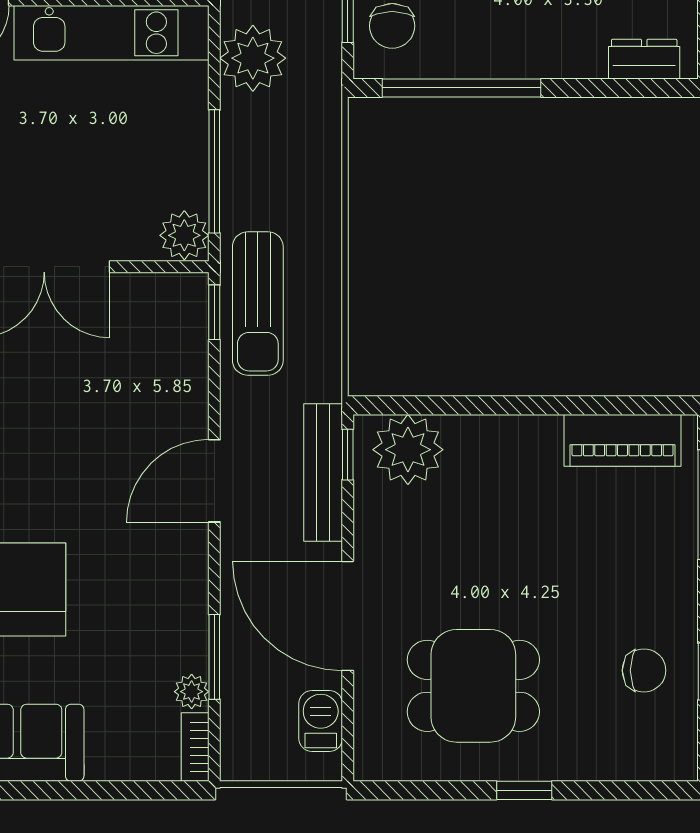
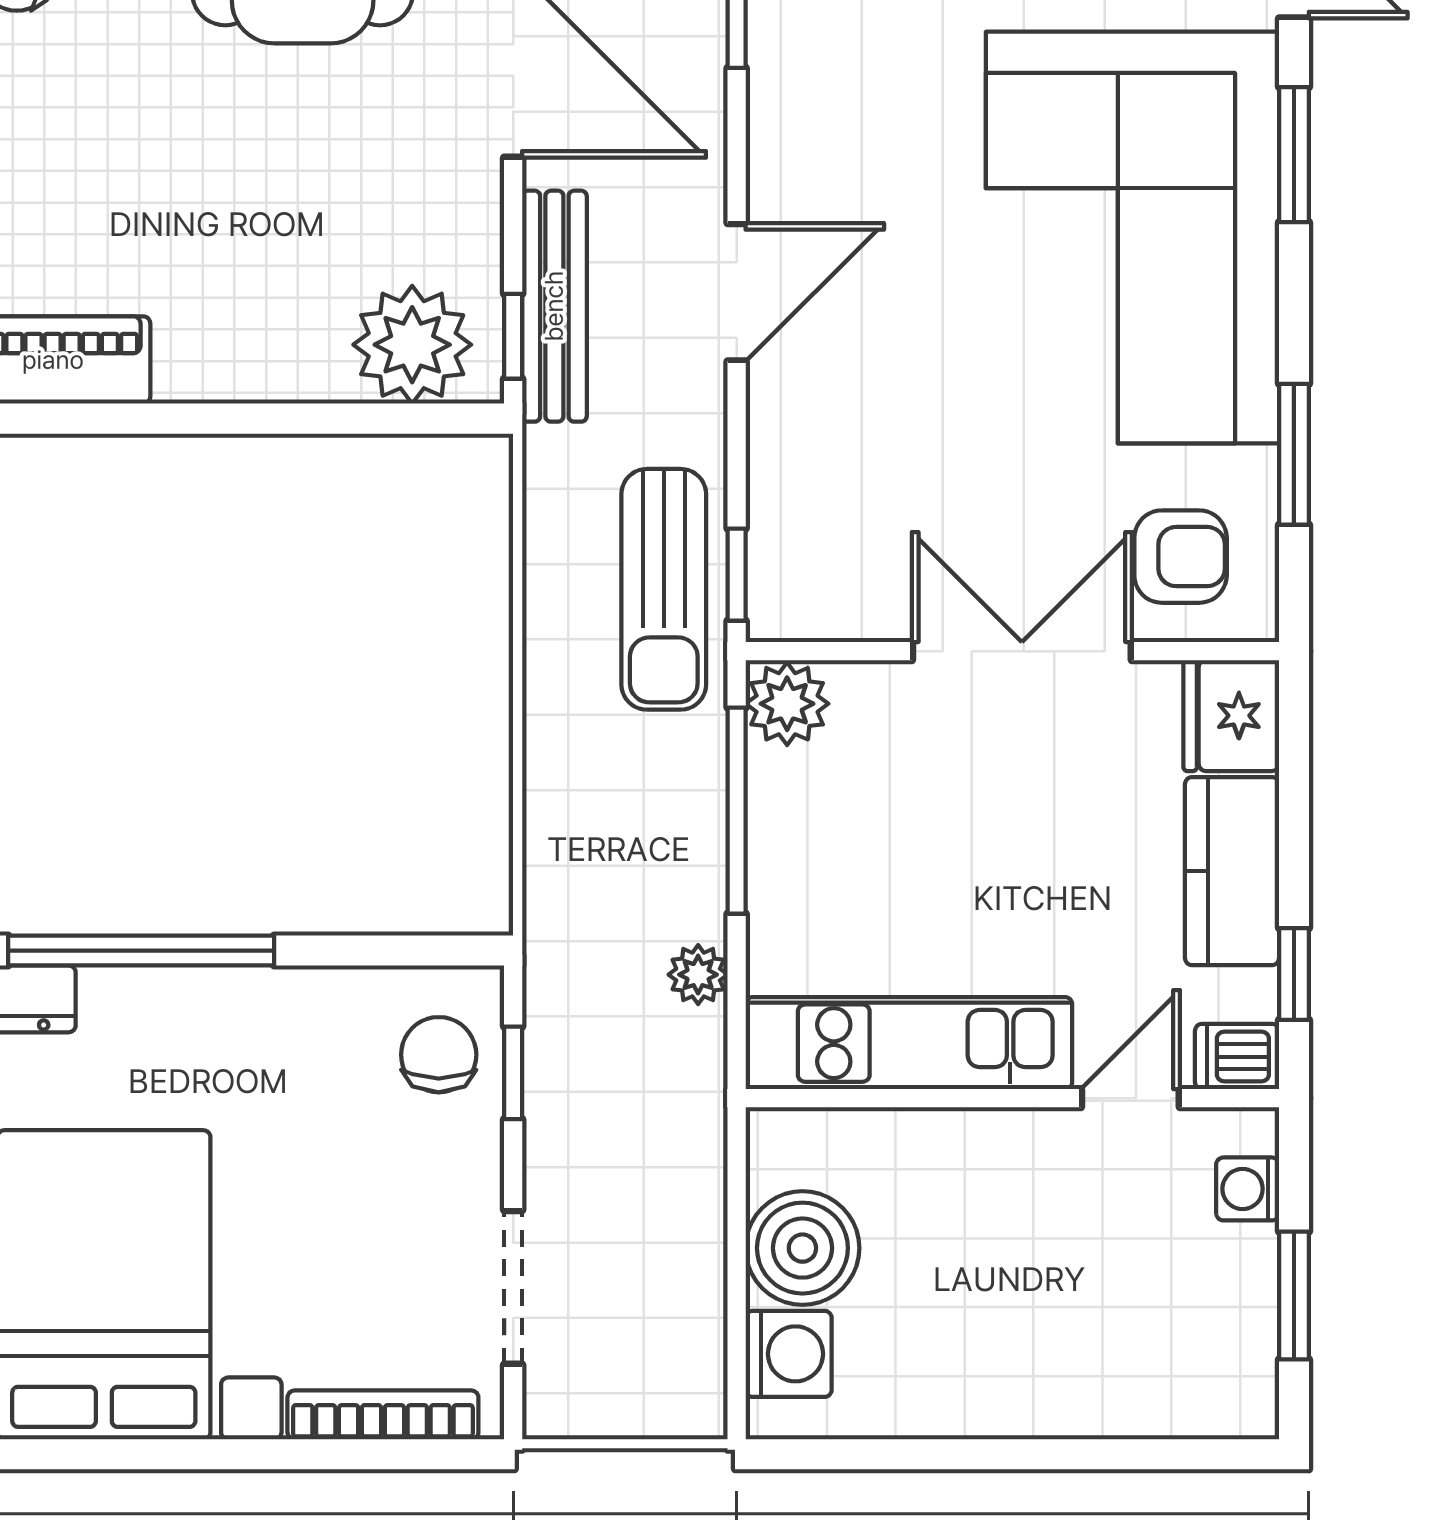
plant: (253, 58) -> (698, 975), width x0.53, depth x0.53
window: (461, 88) -> (141, 951), moved
sun lounger: (258, 304) -> (664, 589), turned 180

